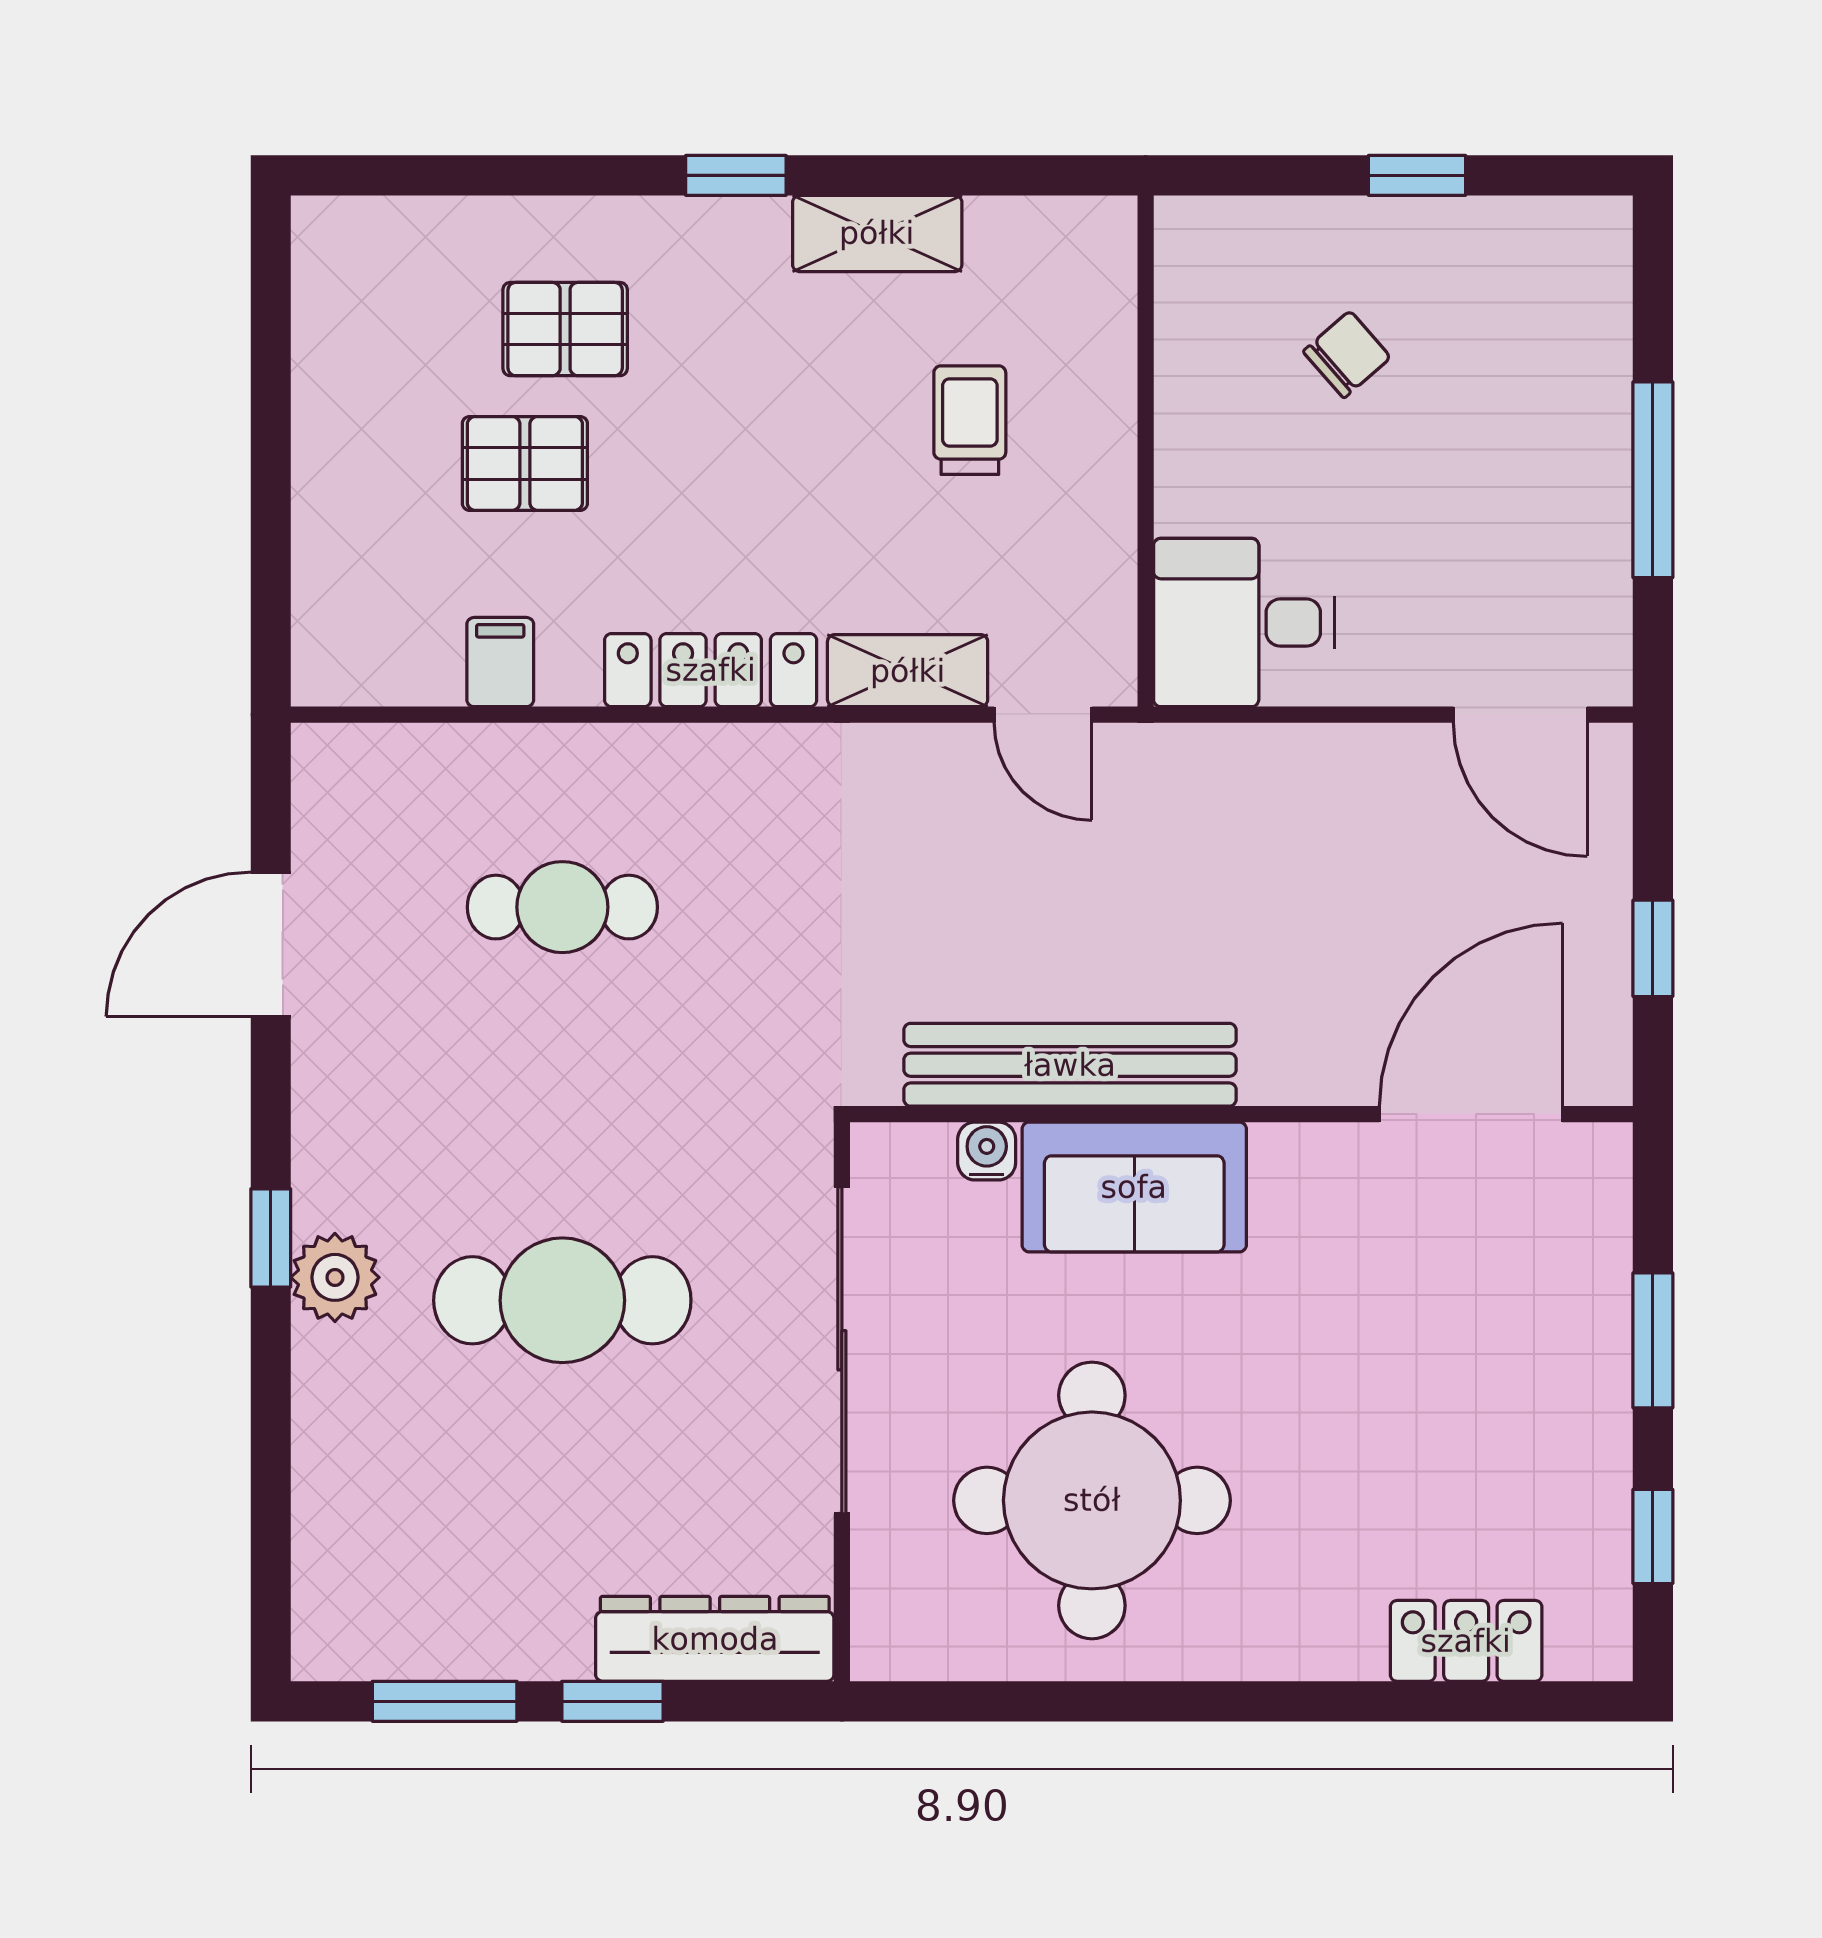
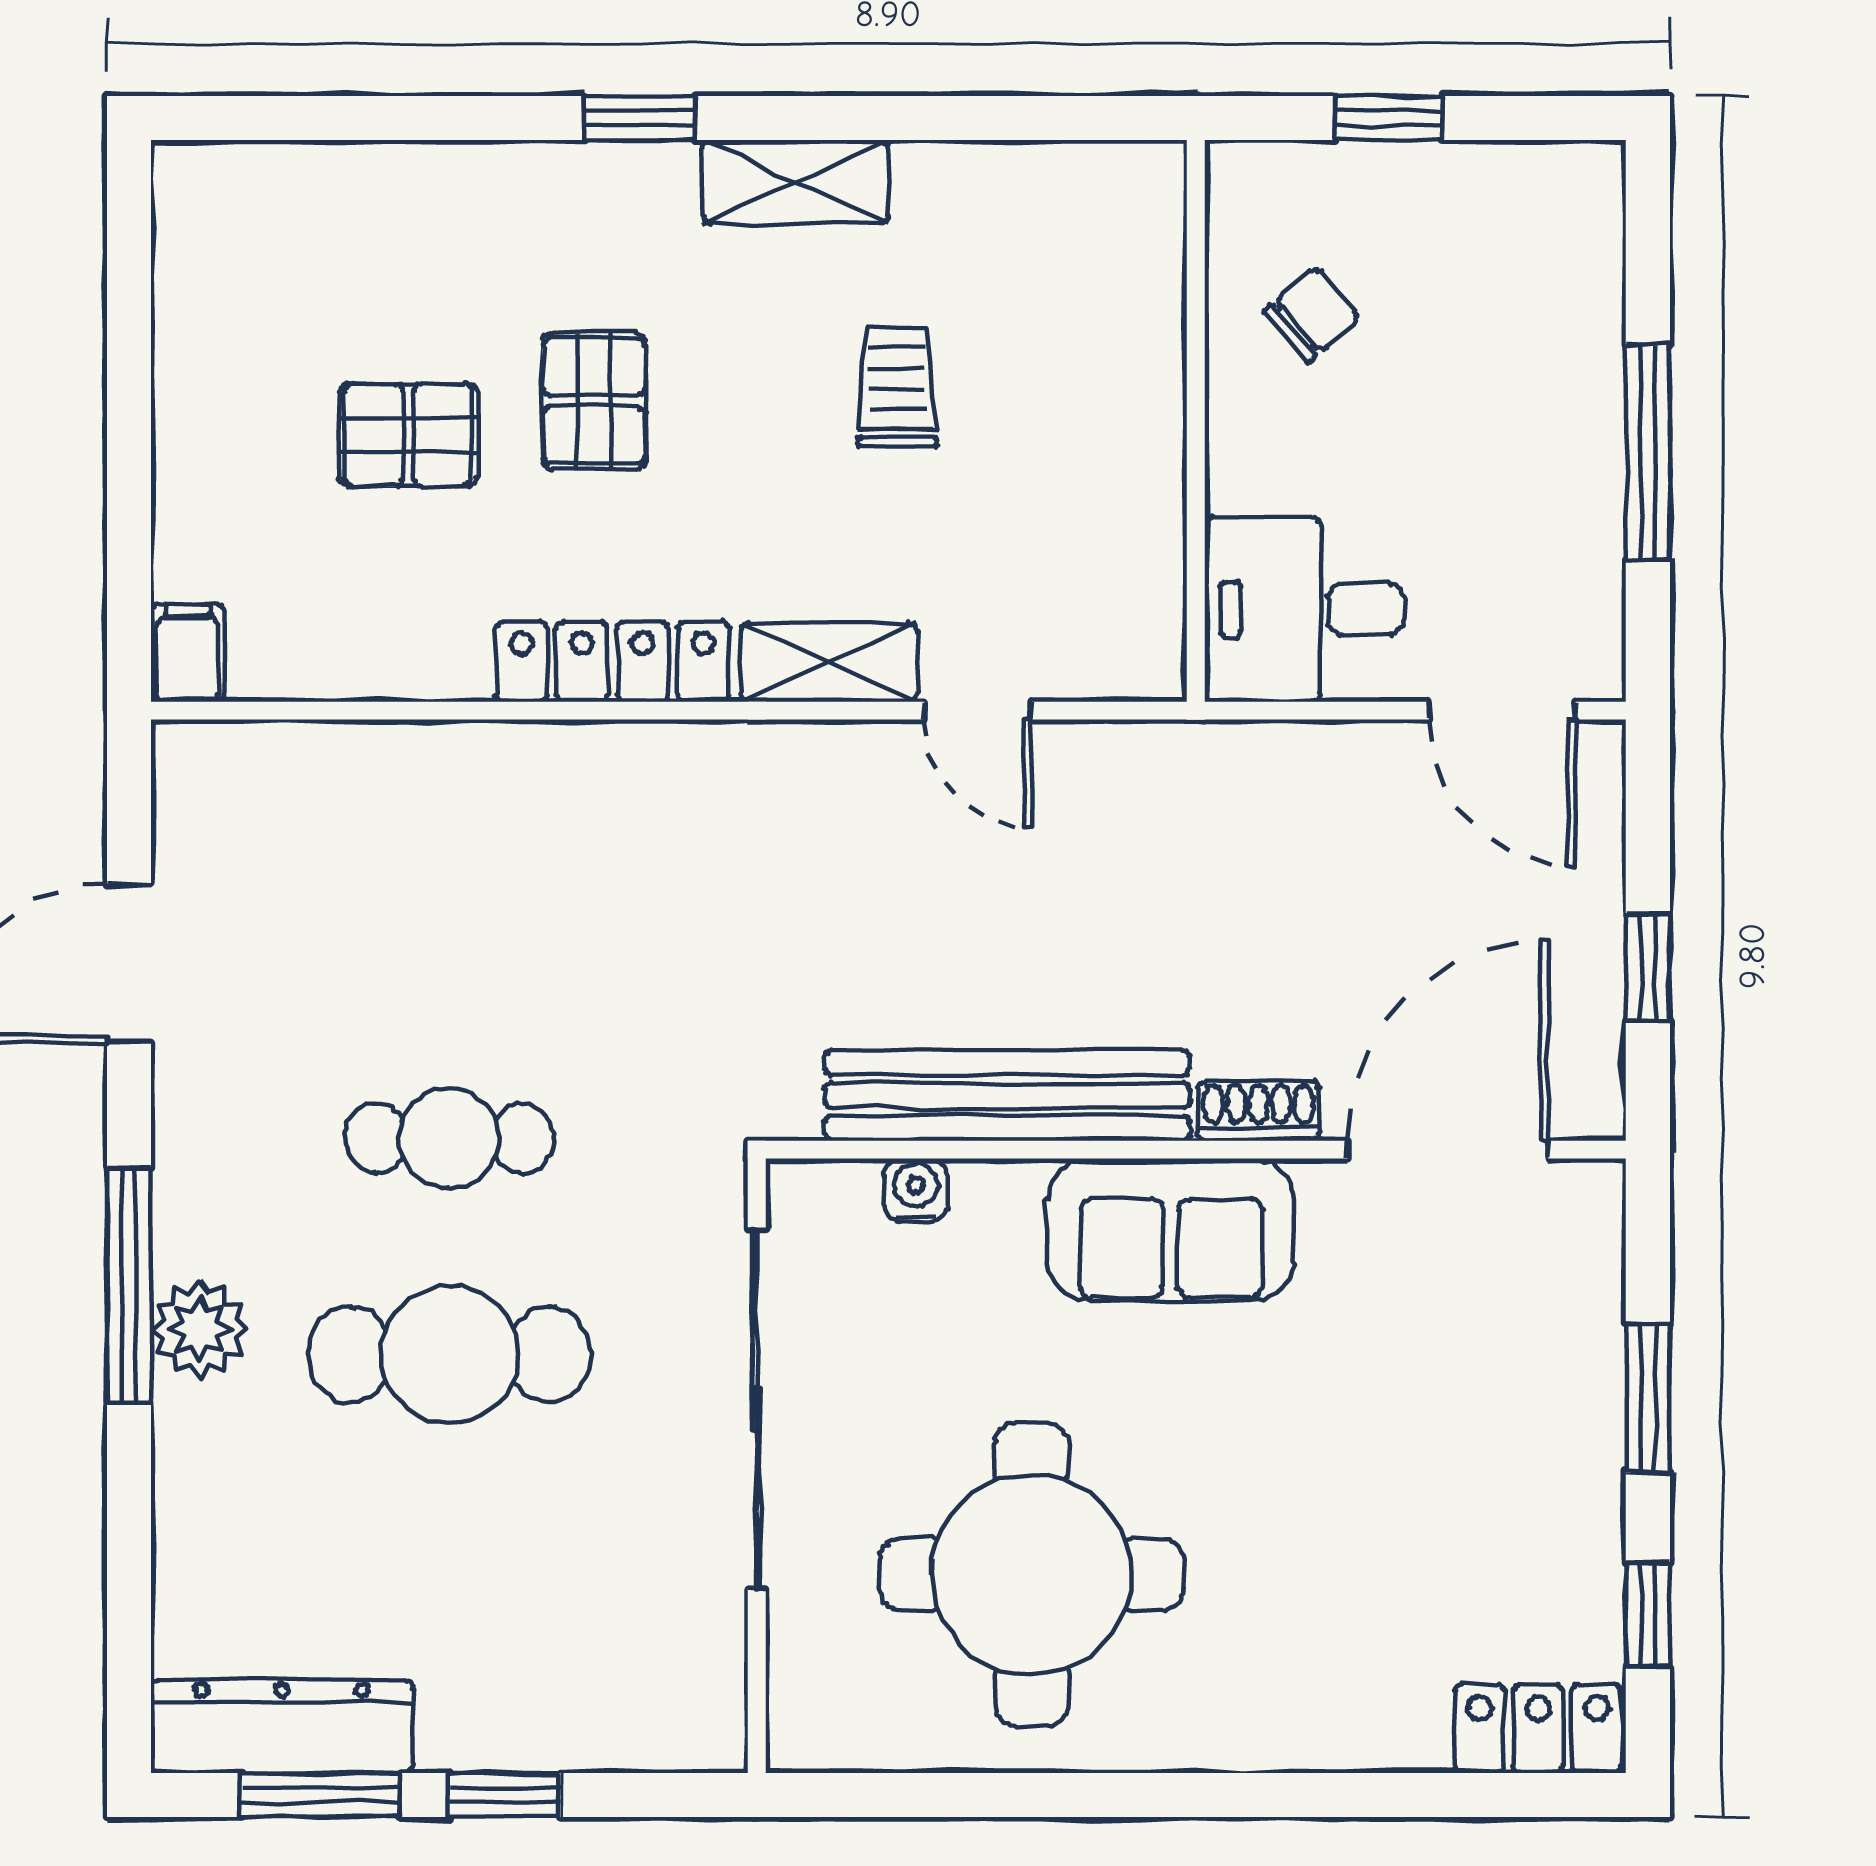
pallet: (565, 329) -> (594, 401), moved, turned 90
wall: (1146, 451) -> (1196, 421), moved
desk: (1244, 623) -> (1304, 609), moved
filing cabinet: (500, 662) -> (188, 653), moved
cafe table: (562, 907) -> (449, 1138), moved
shoe rack: (1299, 1079) -> (1258, 1111), added
sofa: (1134, 1187) -> (1171, 1230), moved
window: (271, 1238) -> (129, 1286), width x2.17
dresser: (715, 1639) -> (282, 1726), moved
locker: (1466, 1641) -> (1538, 1729), moved

